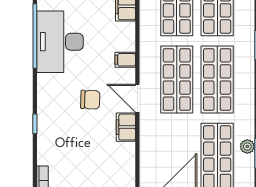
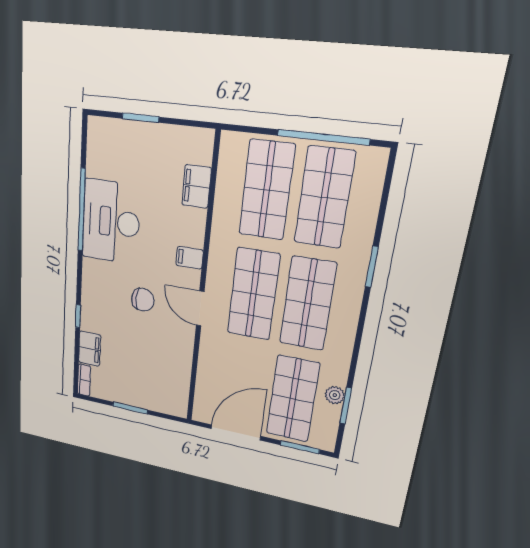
filing cabinet: (126, 127) -> (90, 349), moved, turned 180

